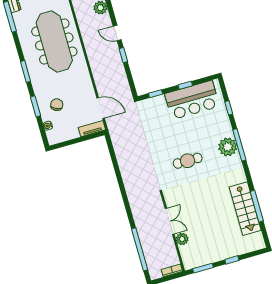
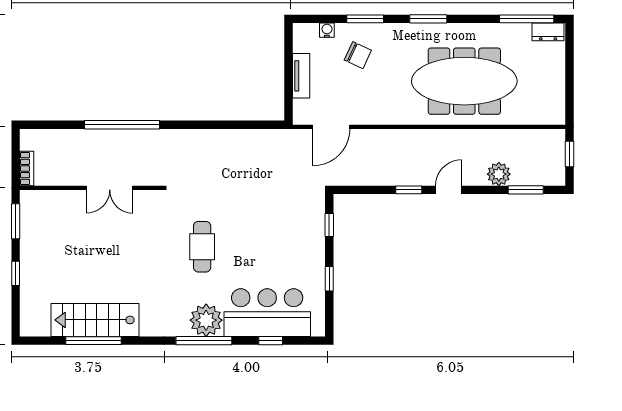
bar counter: (192, 100) -> (267, 313), moved, turned 90
tv unit: (92, 129) -> (301, 76), moved
plant: (182, 239) -> (74, 200), removed
window: (140, 249) -> (122, 125), moved

